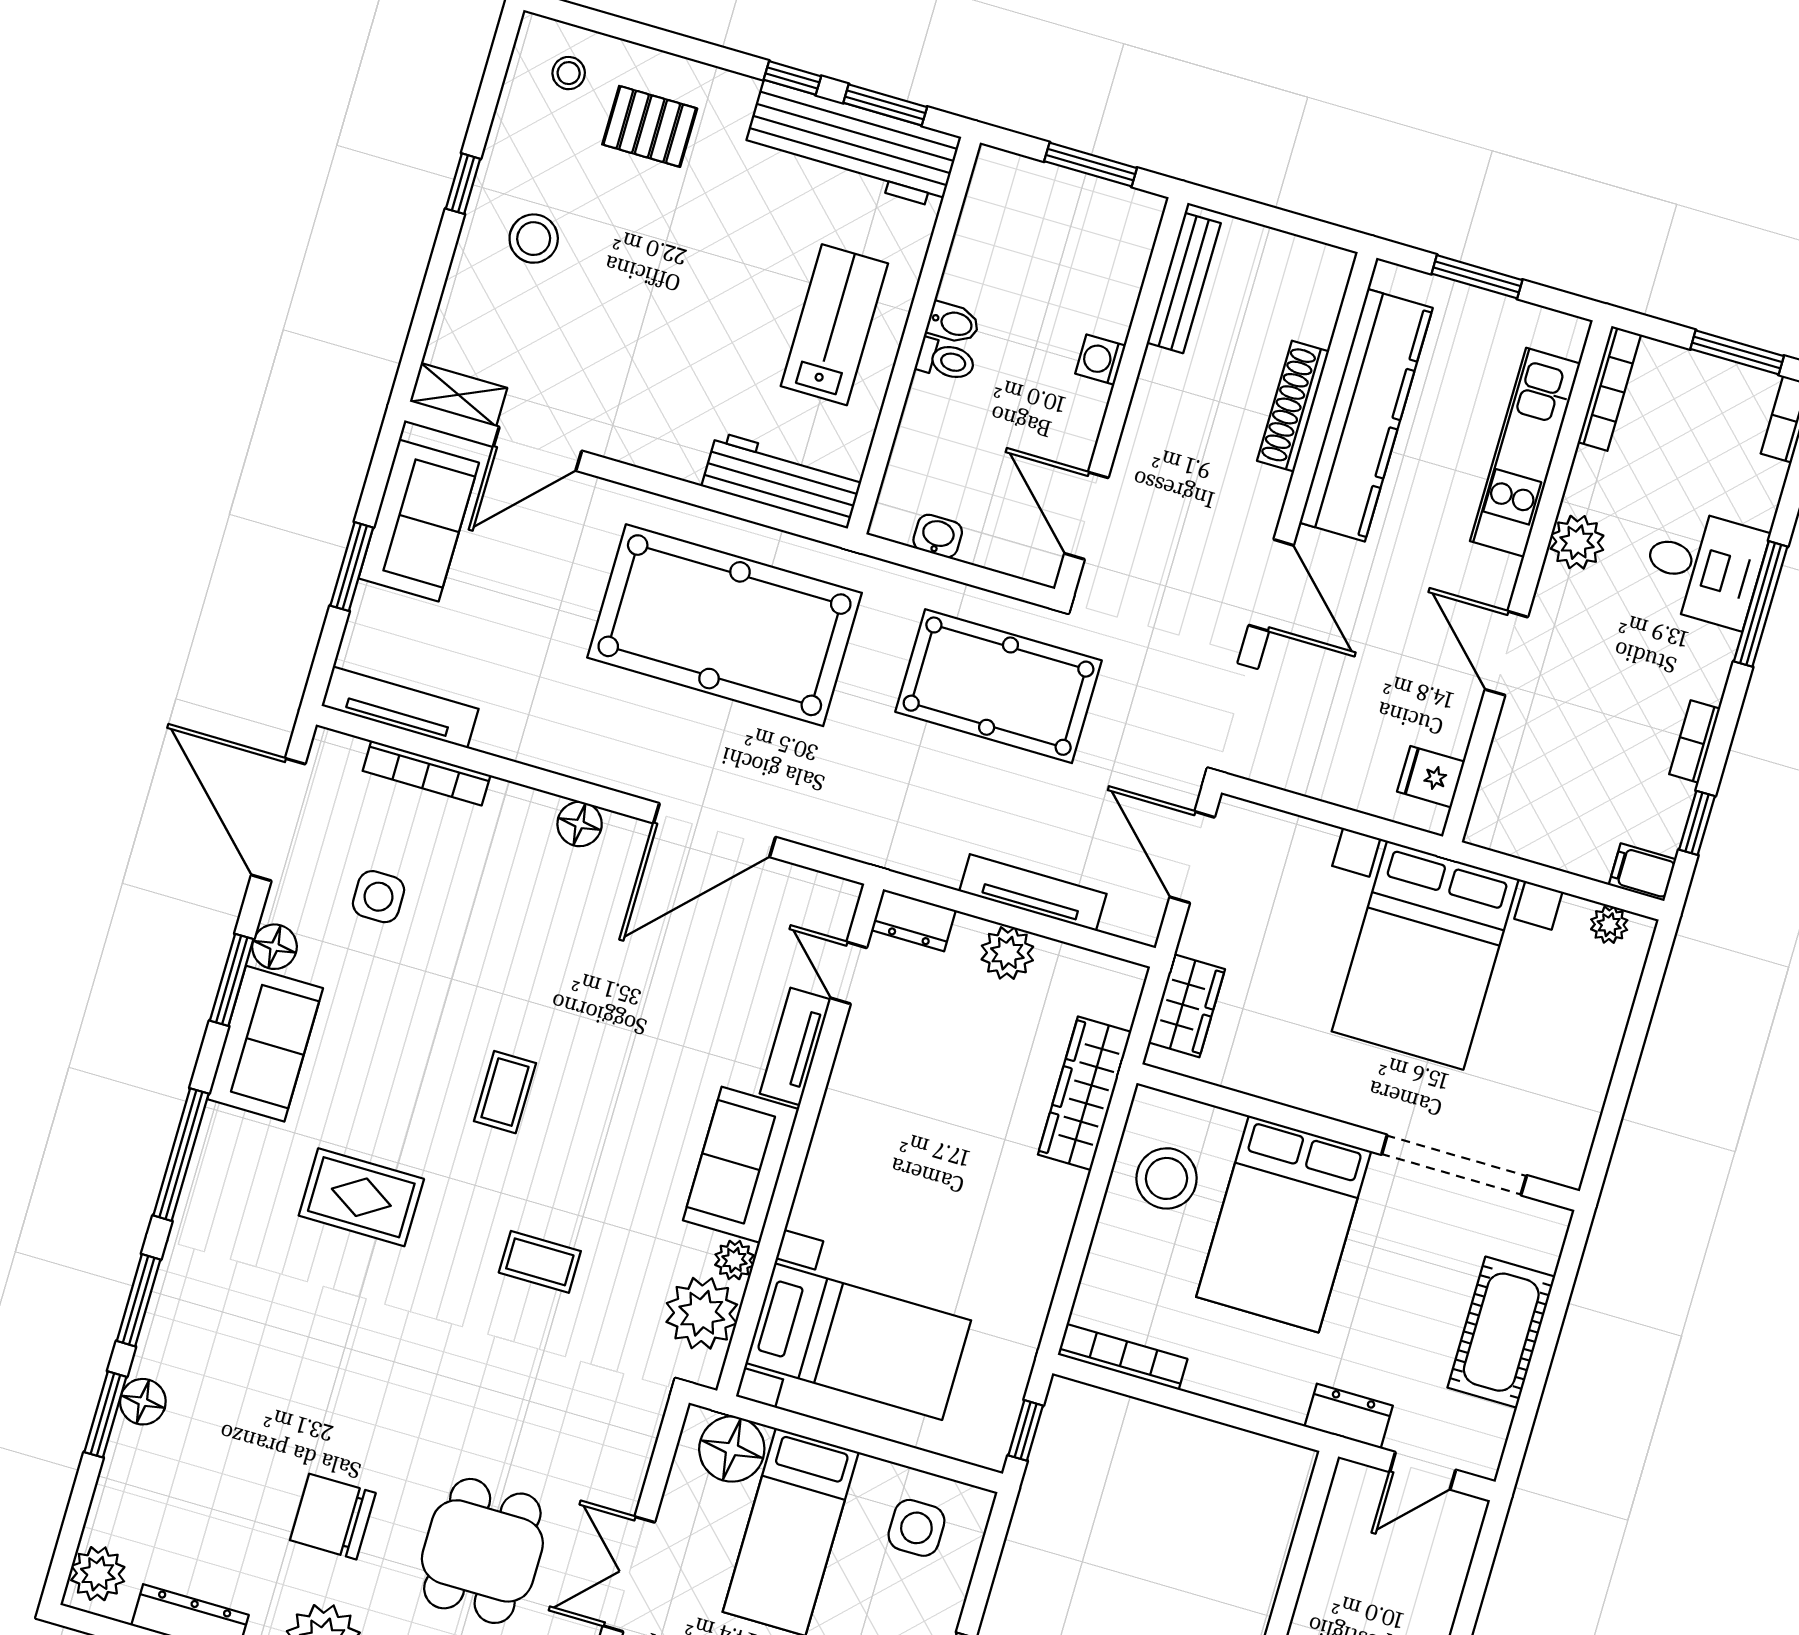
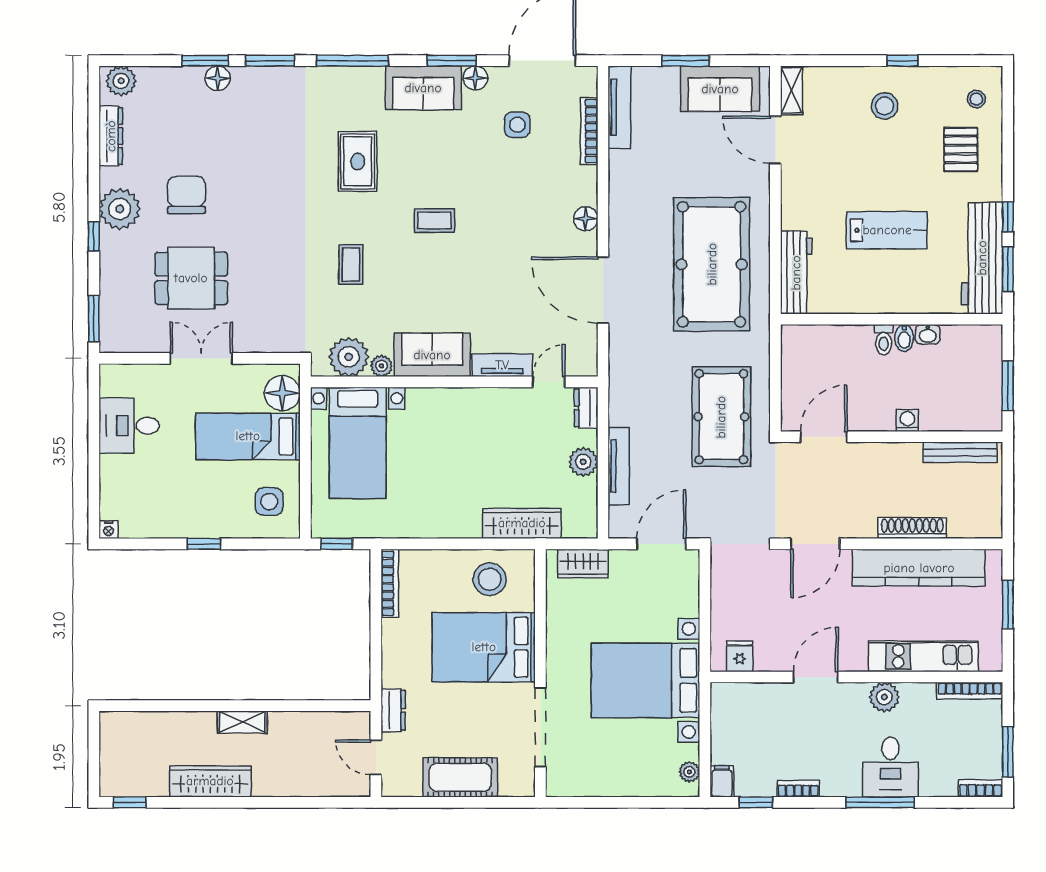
lab bench: (834, 325) -> (887, 230), moved
washbasin: (938, 536) -> (928, 334), moved, turned 90

